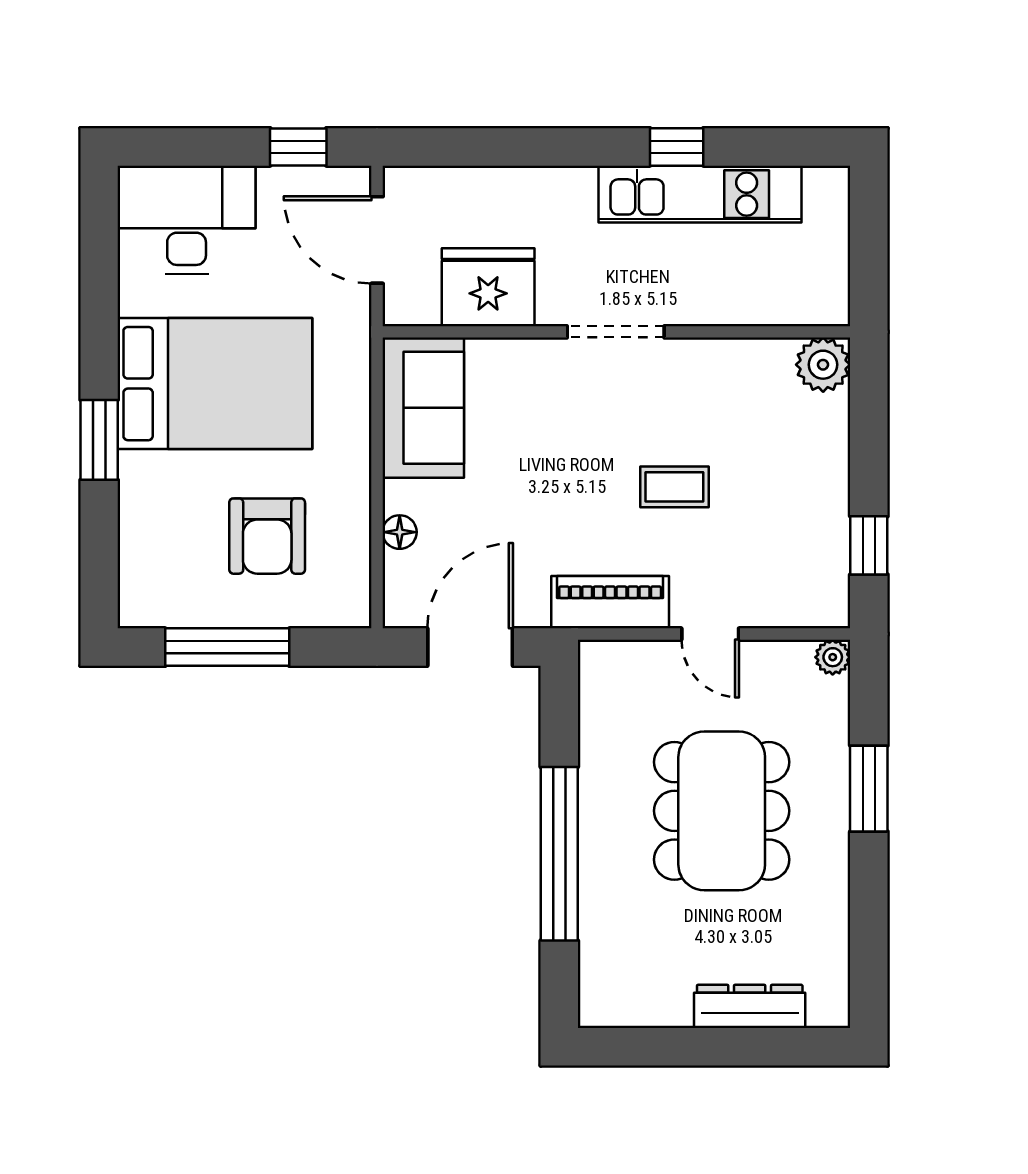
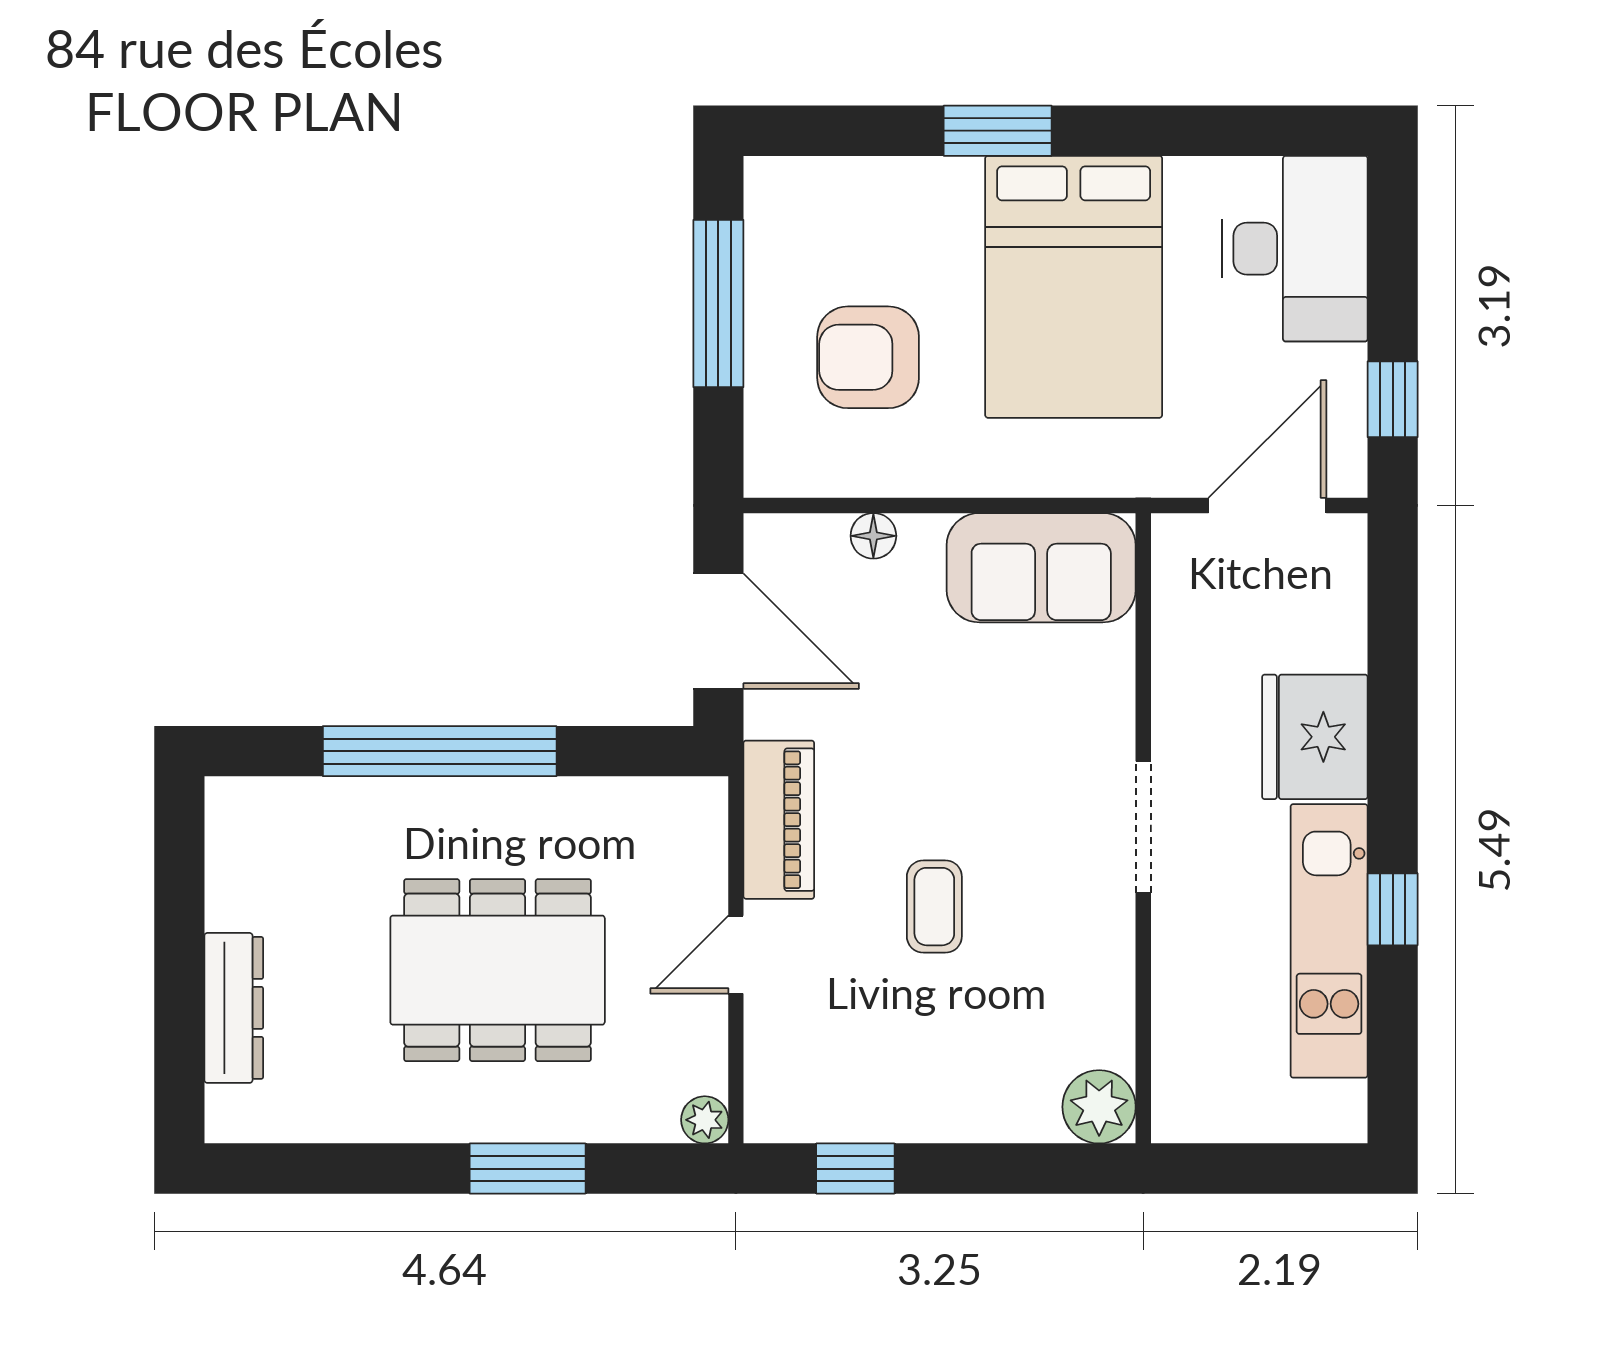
fridge: (488, 287) -> (1315, 737), moved, turned 180

